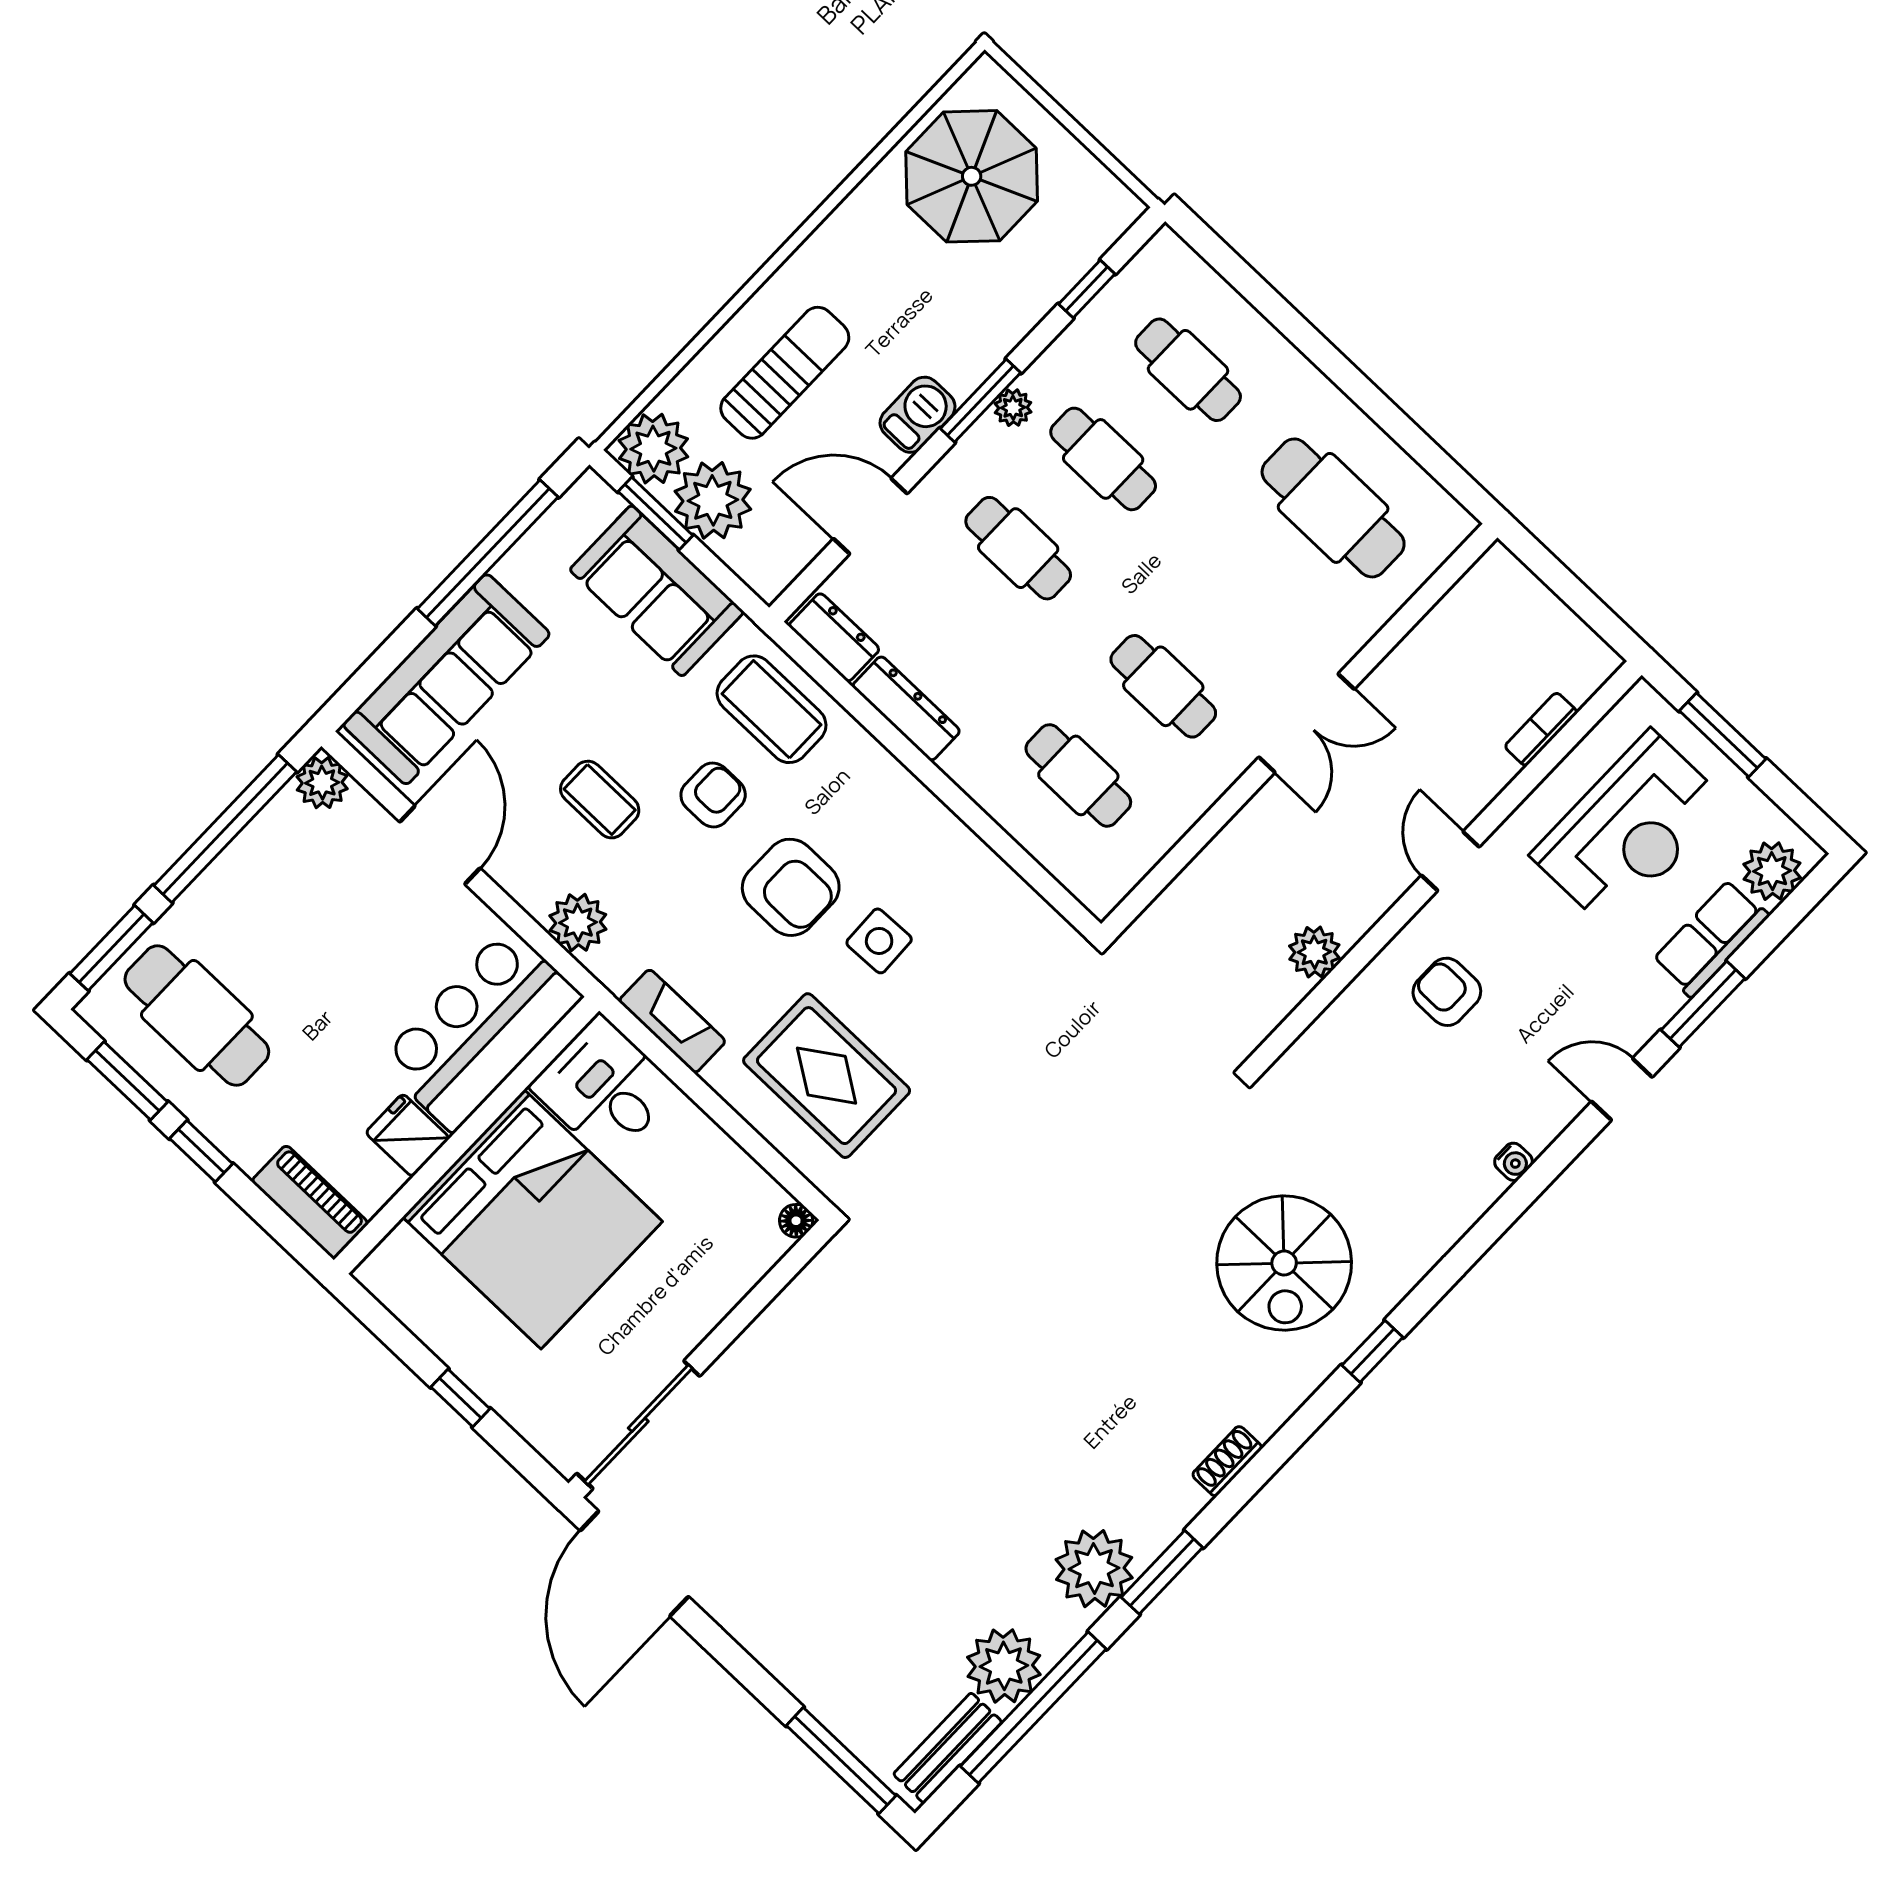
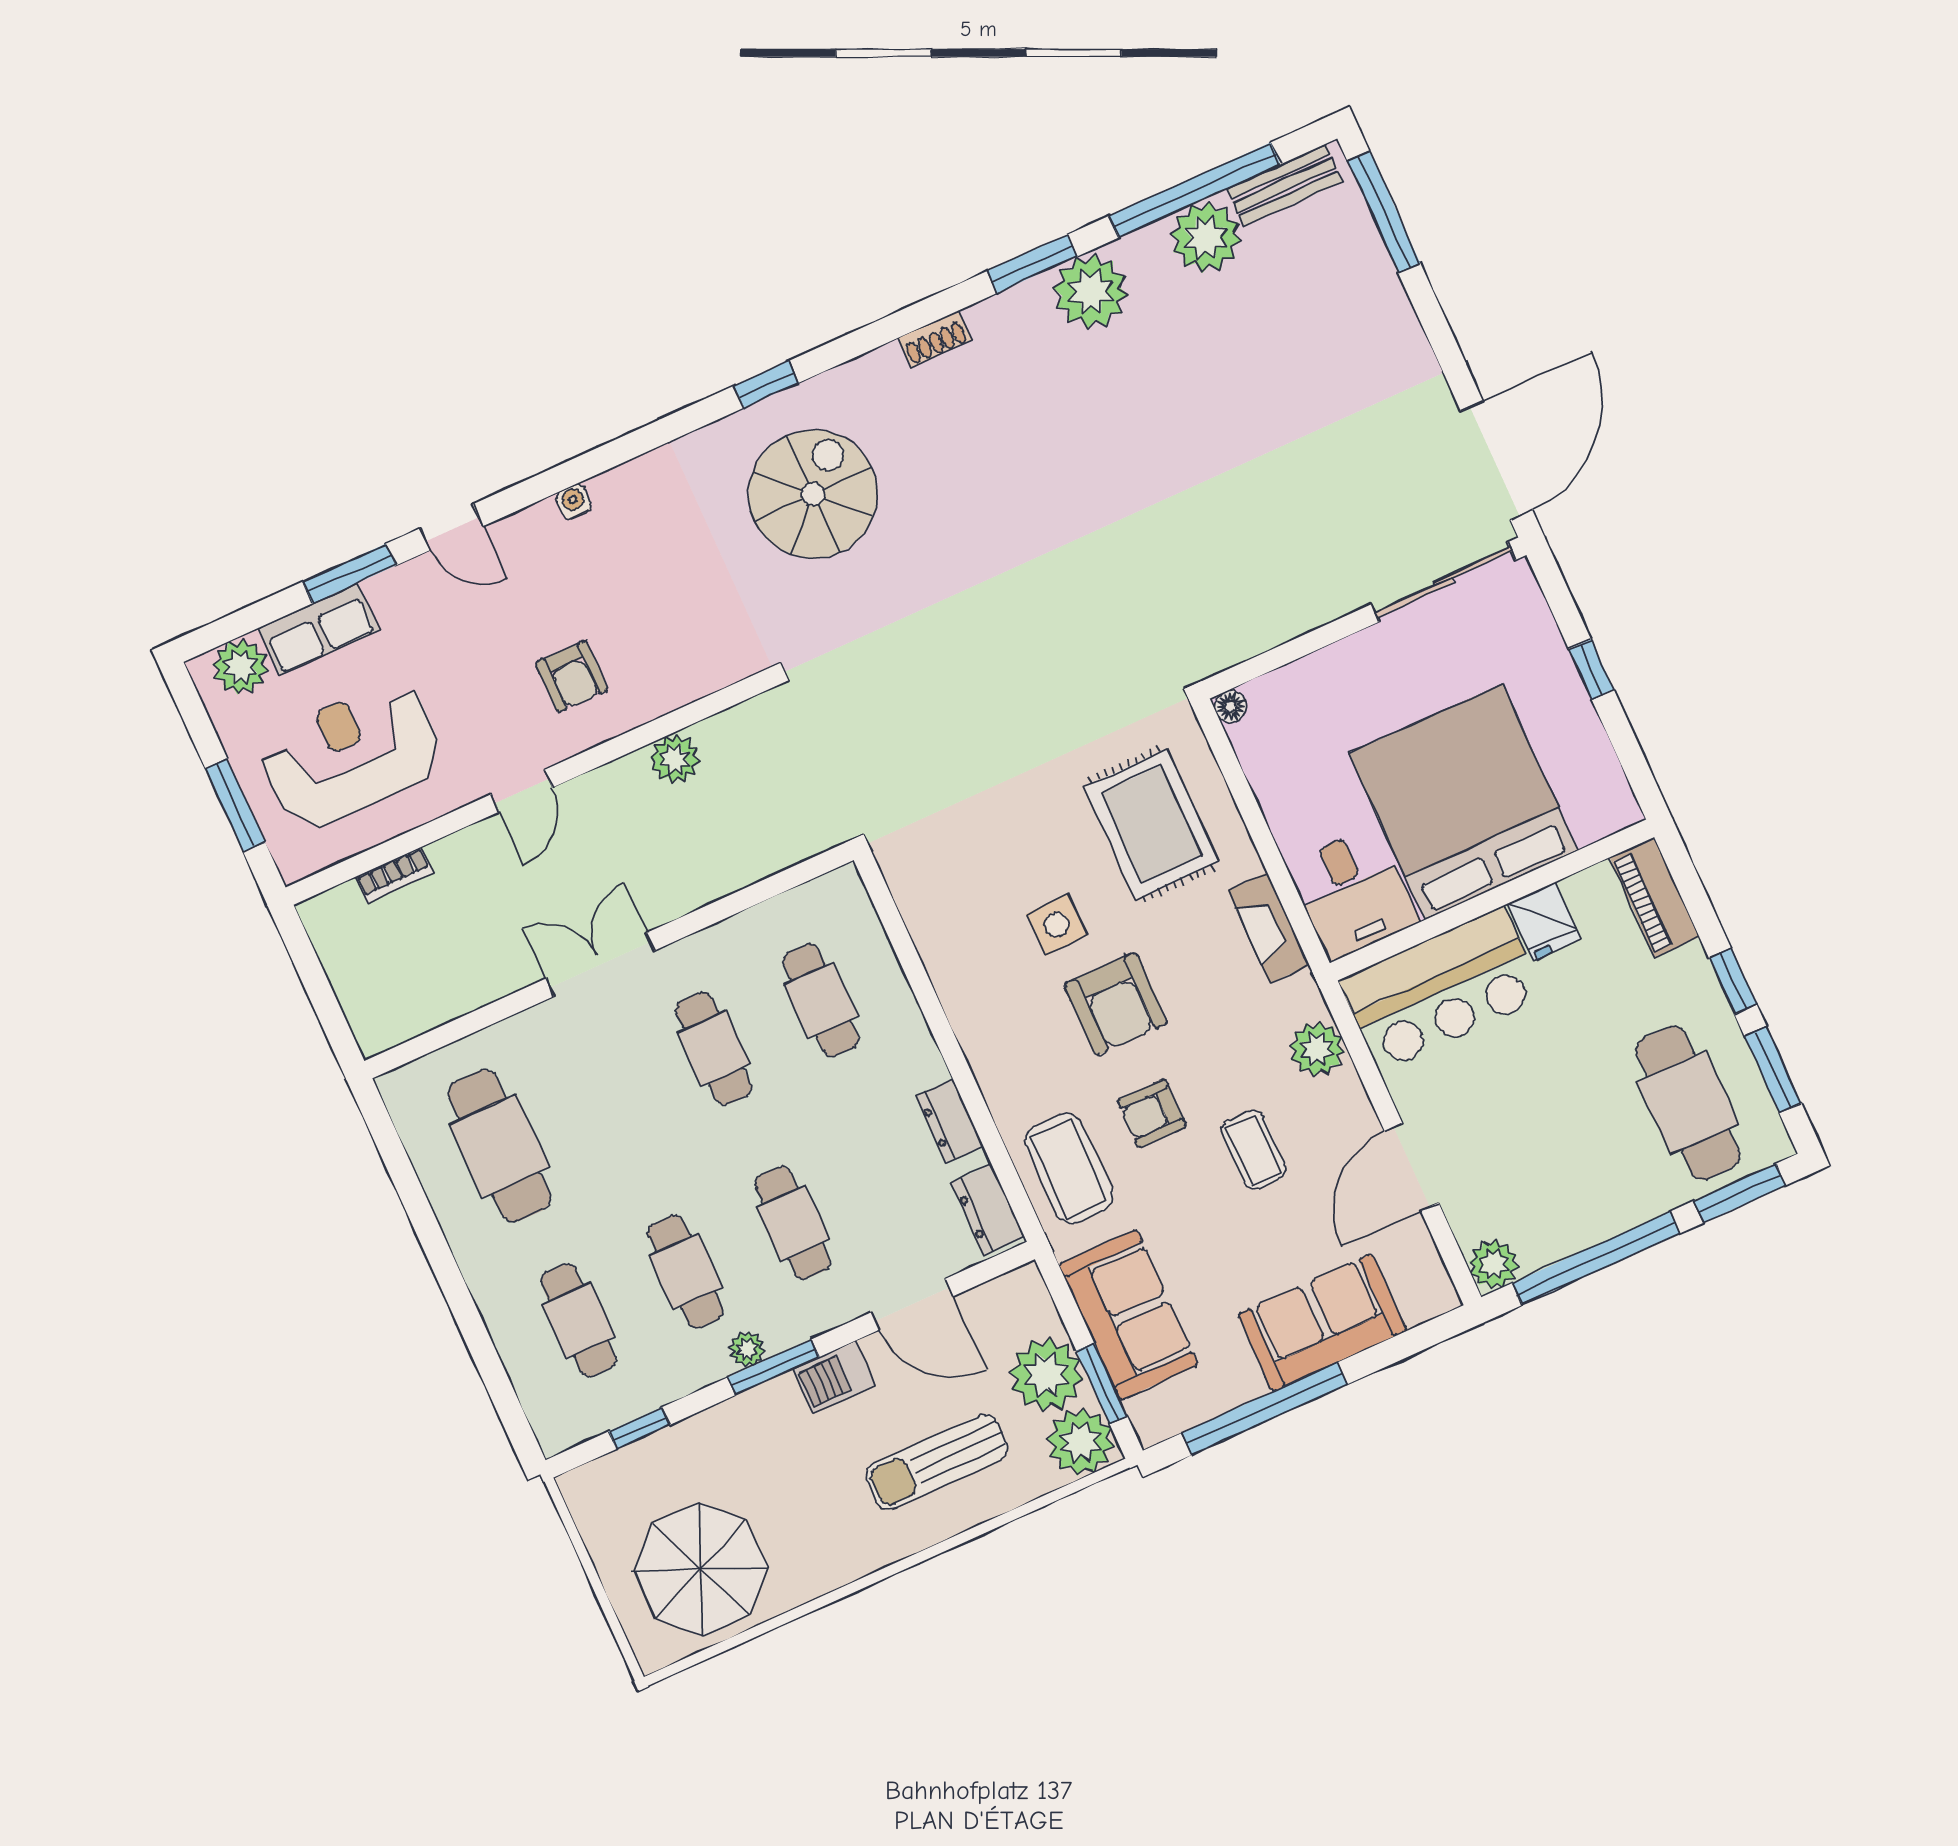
sofa: (446, 679) -> (1322, 1323), width x0.73
dresser: (906, 709) -> (949, 1121), width x0.70
armchair: (791, 887) -> (1116, 1004), turned 180

